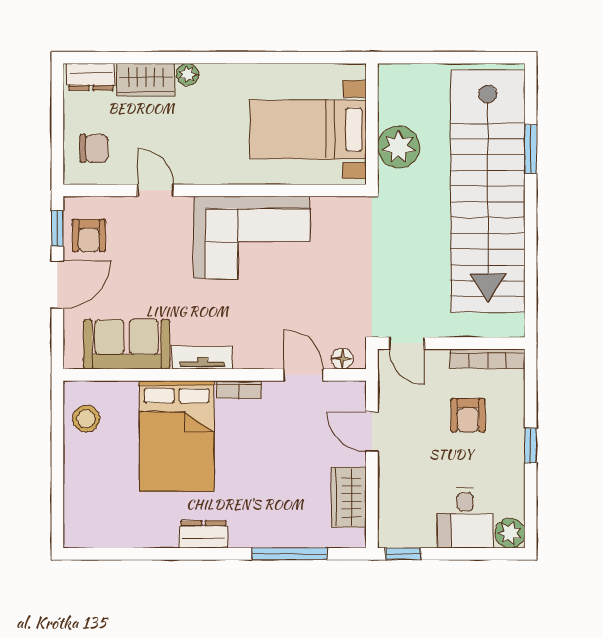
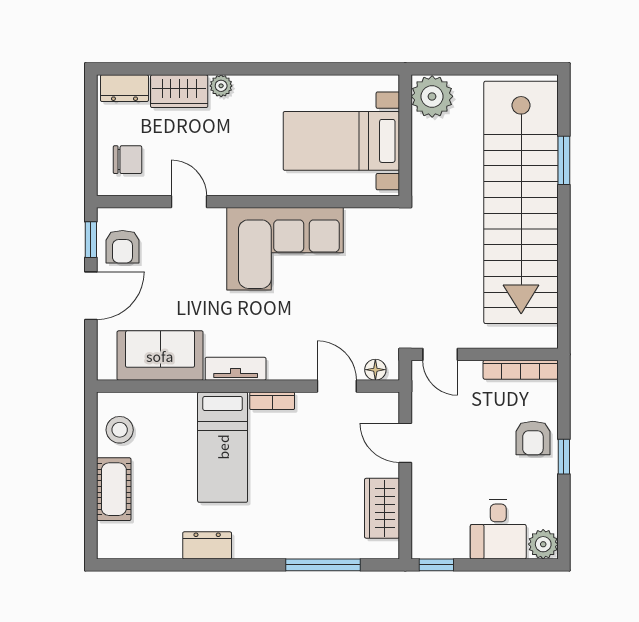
plant: (399, 147) -> (432, 96), moved
armchair: (468, 415) -> (533, 438), moved
bed: (177, 436) -> (223, 447), width x0.67
cot: (80, 478) -> (114, 489), added
dresser: (204, 534) -> (207, 545), moved

